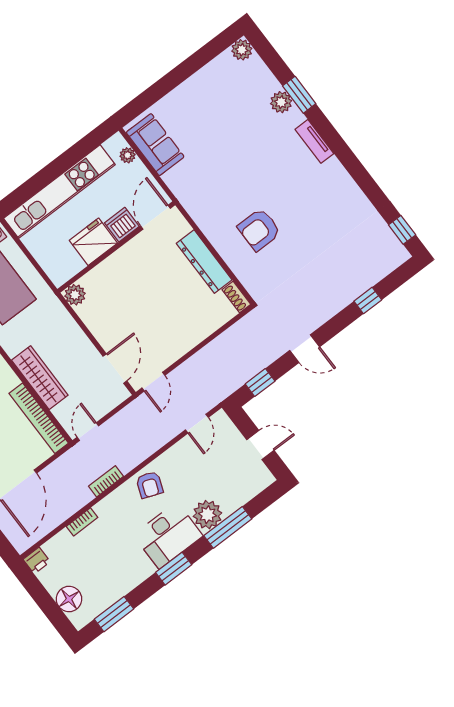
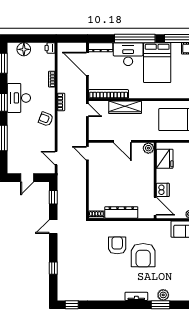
armchair: (244, 179) -> (143, 255), added
fridge: (93, 242) -> (165, 159), moved
door: (115, 369) -> (122, 141), moved
plant: (207, 515) -> (15, 134), removed
desk: (168, 535) -> (19, 98), moved

